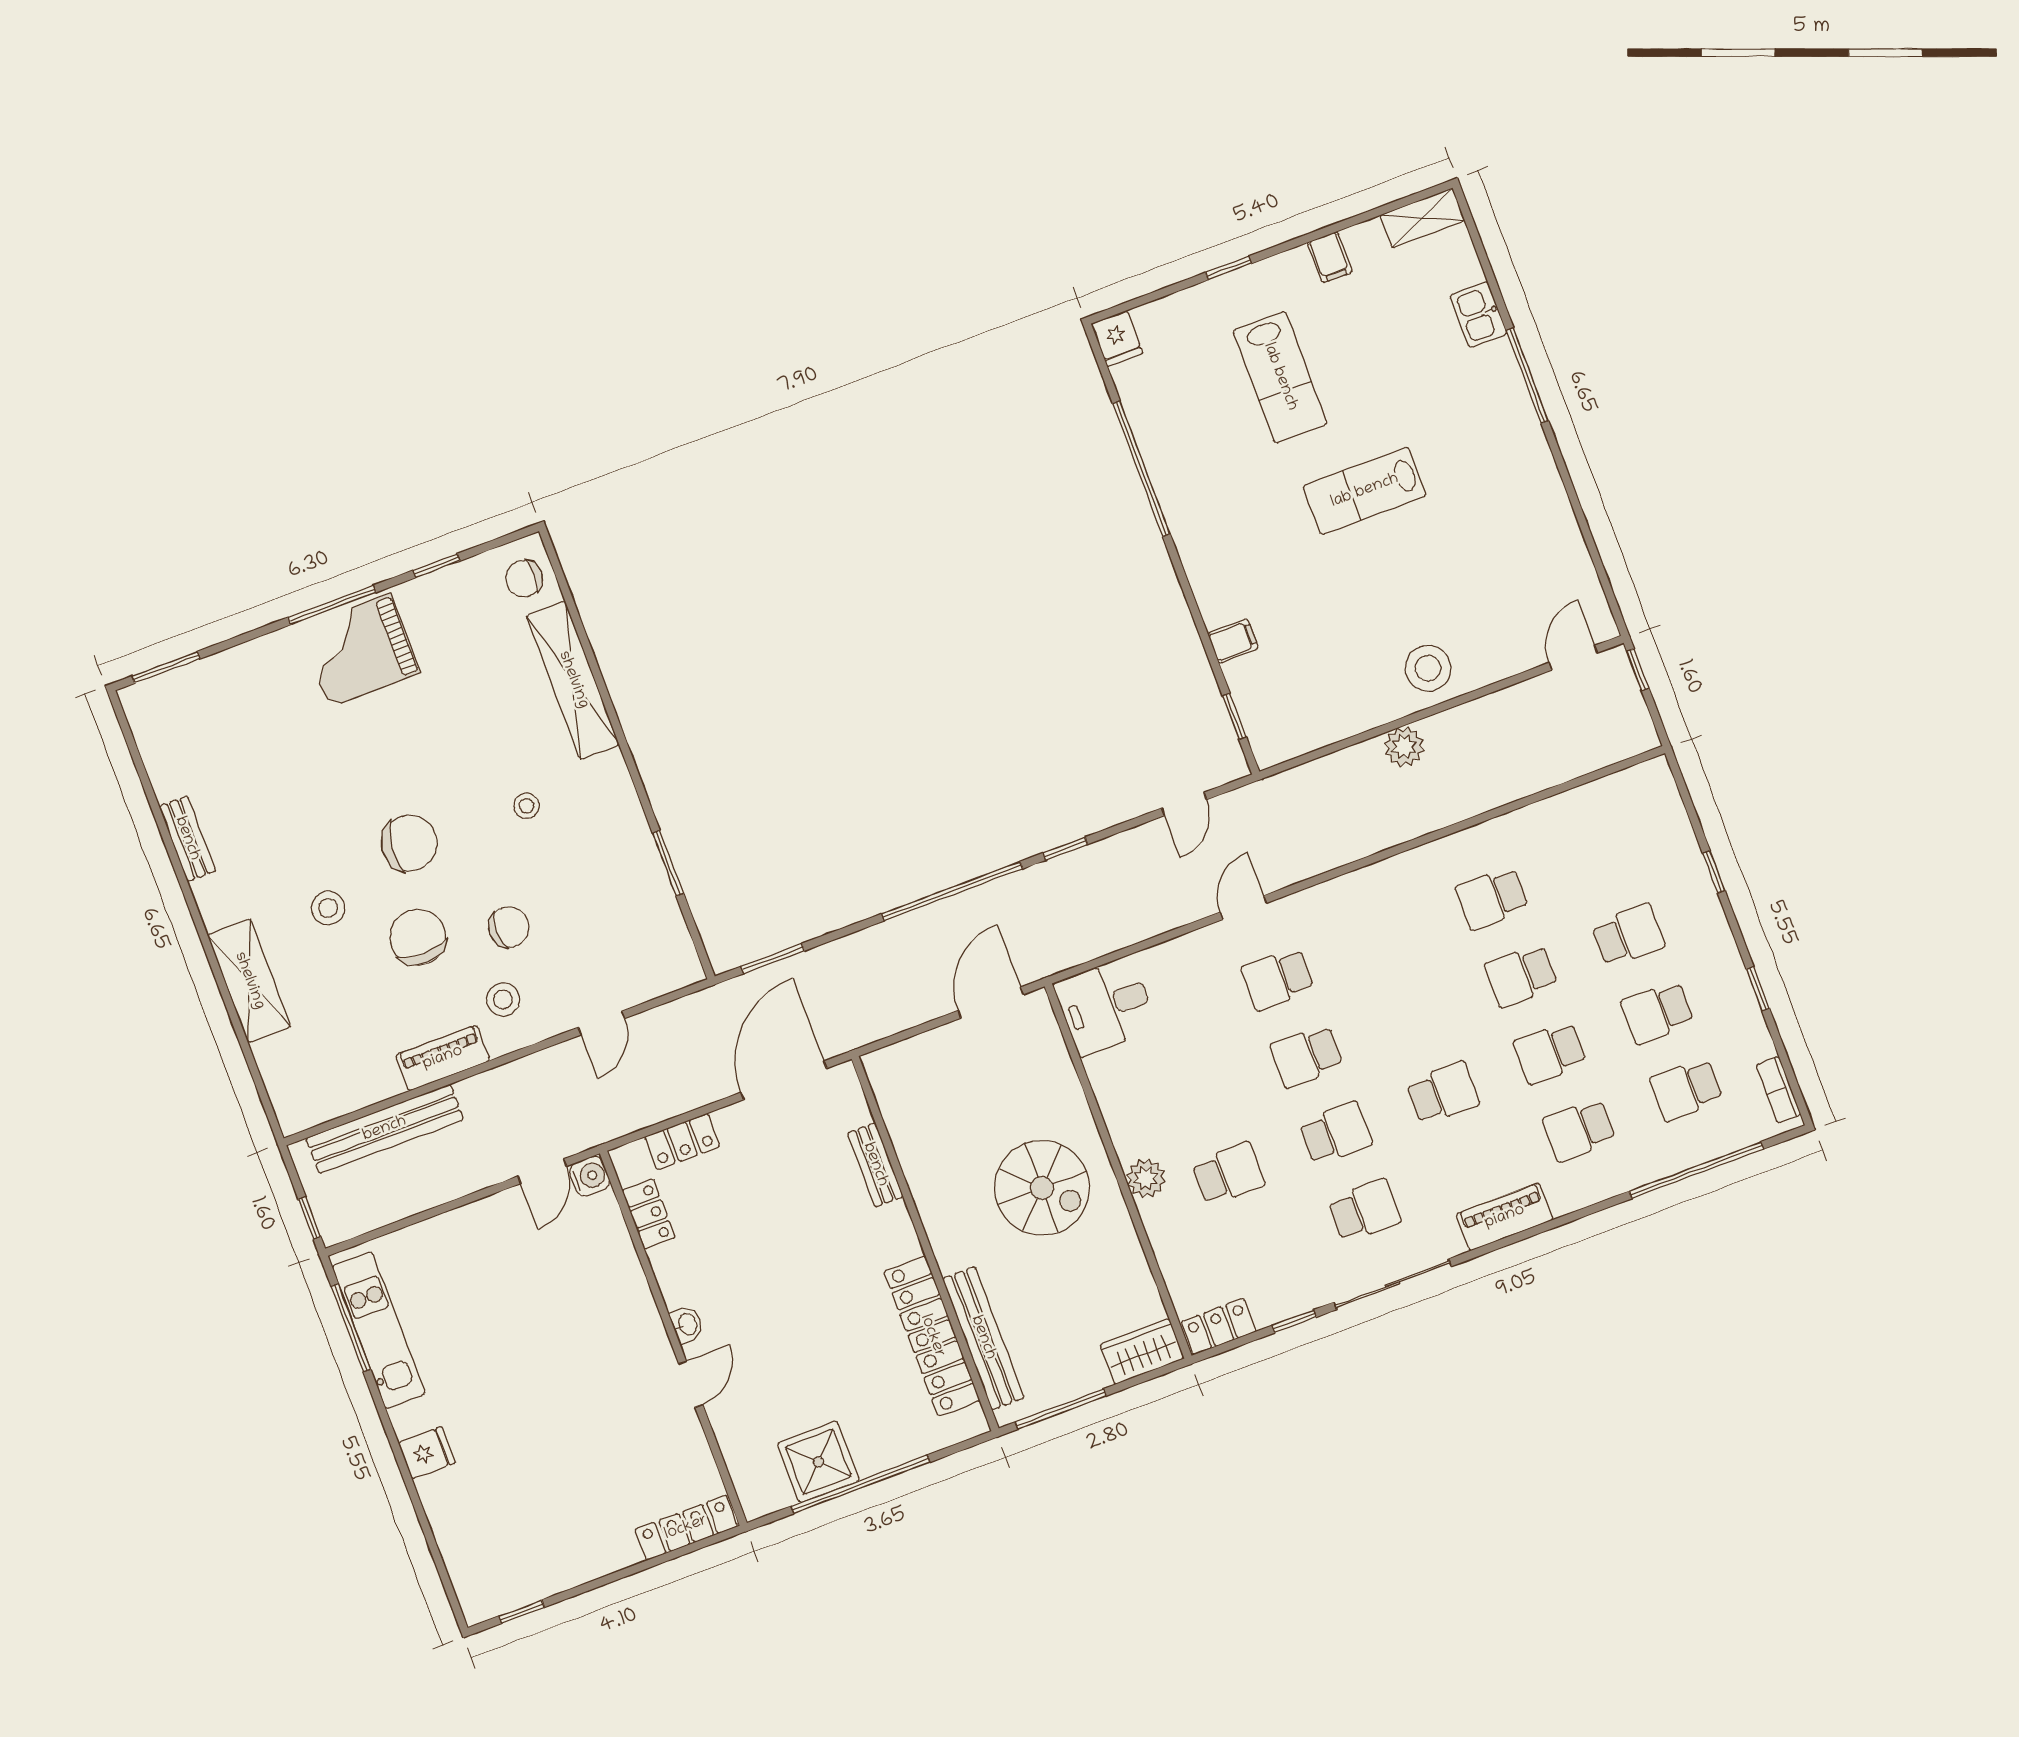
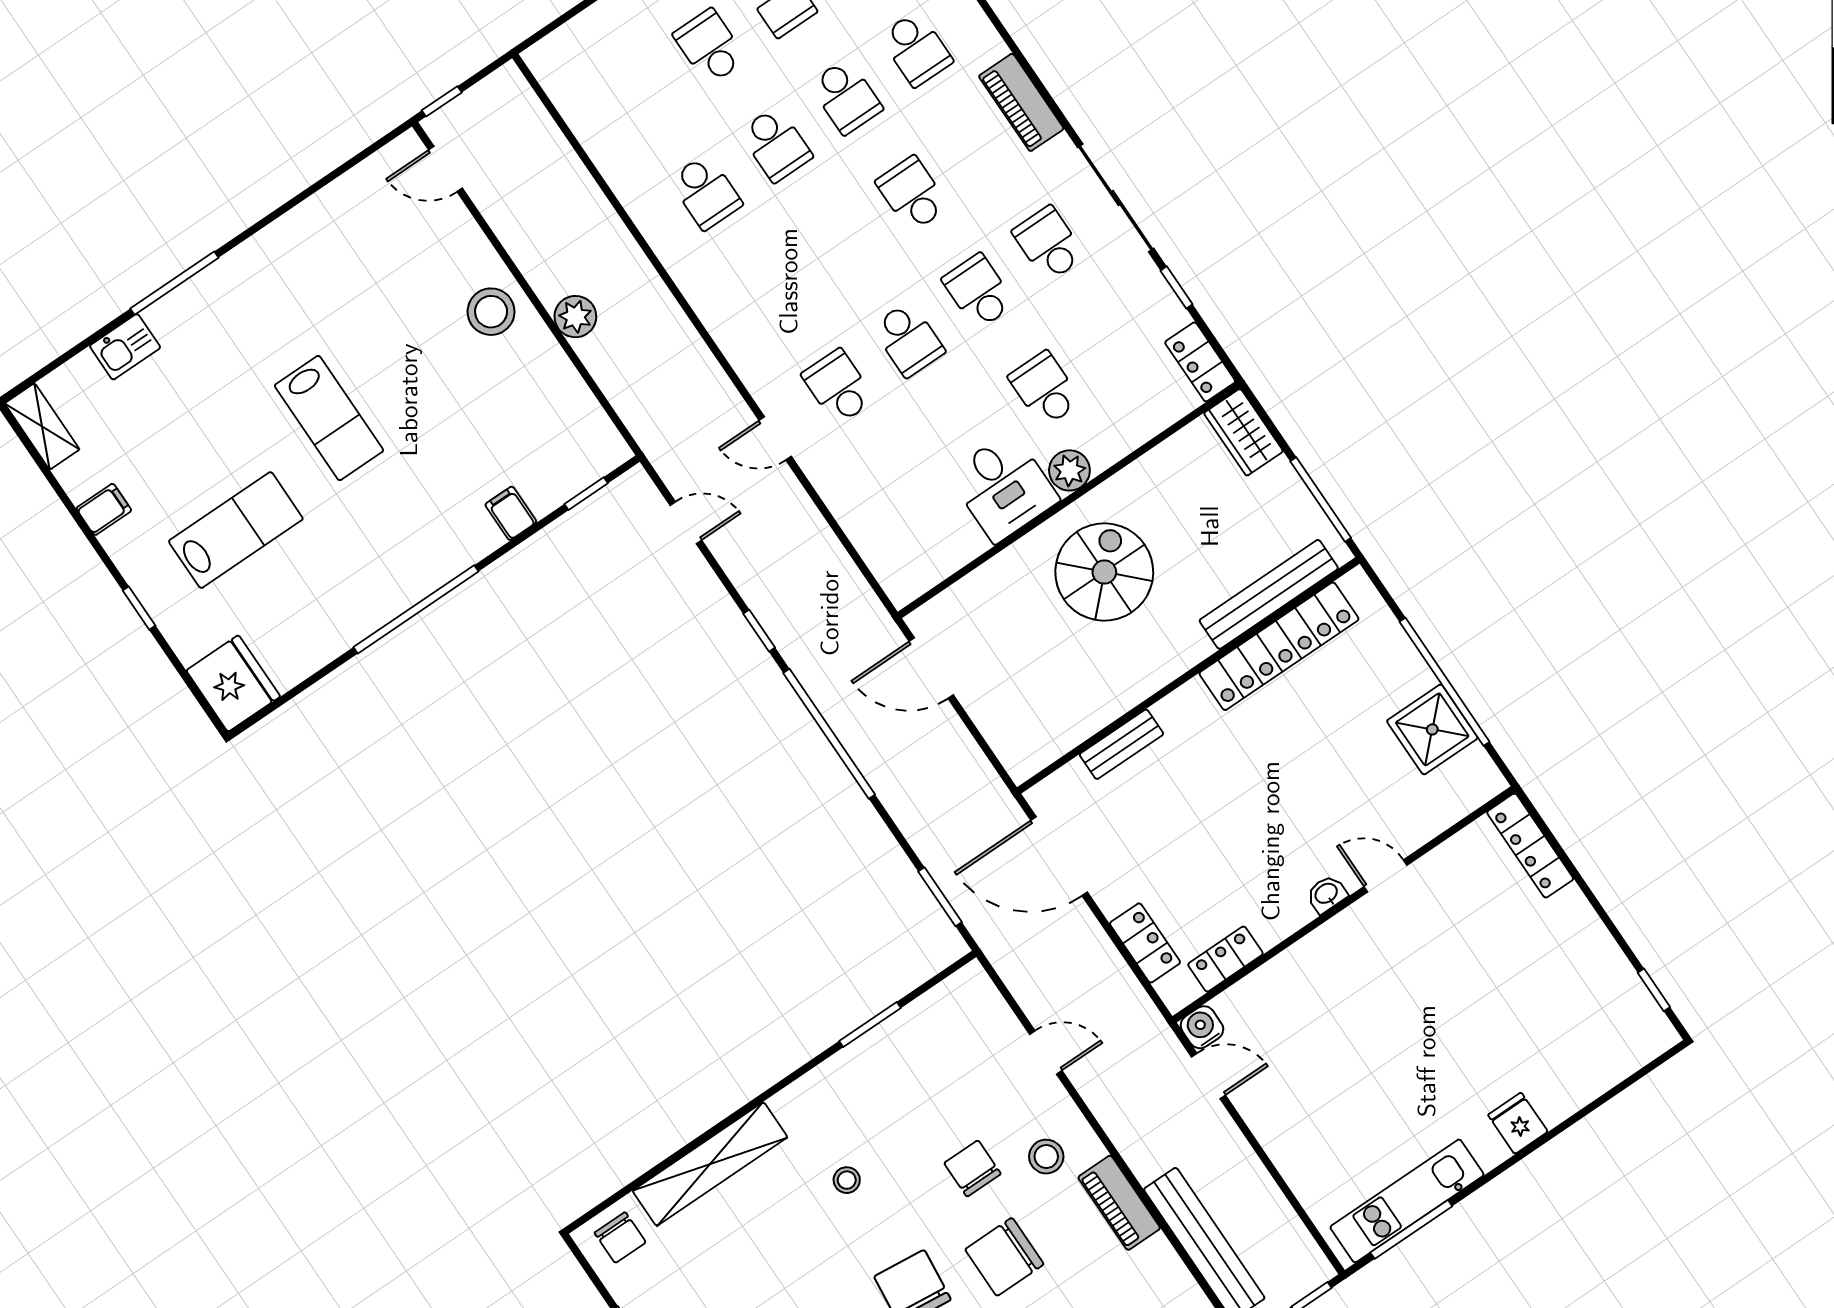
fridge: (1117, 338) -> (233, 683), width x1.88, depth x1.34
window: (1141, 469) -> (416, 609), moved
school desk: (1278, 979) -> (838, 387), turned 180
desk: (1106, 1006) -> (1003, 487), moved

